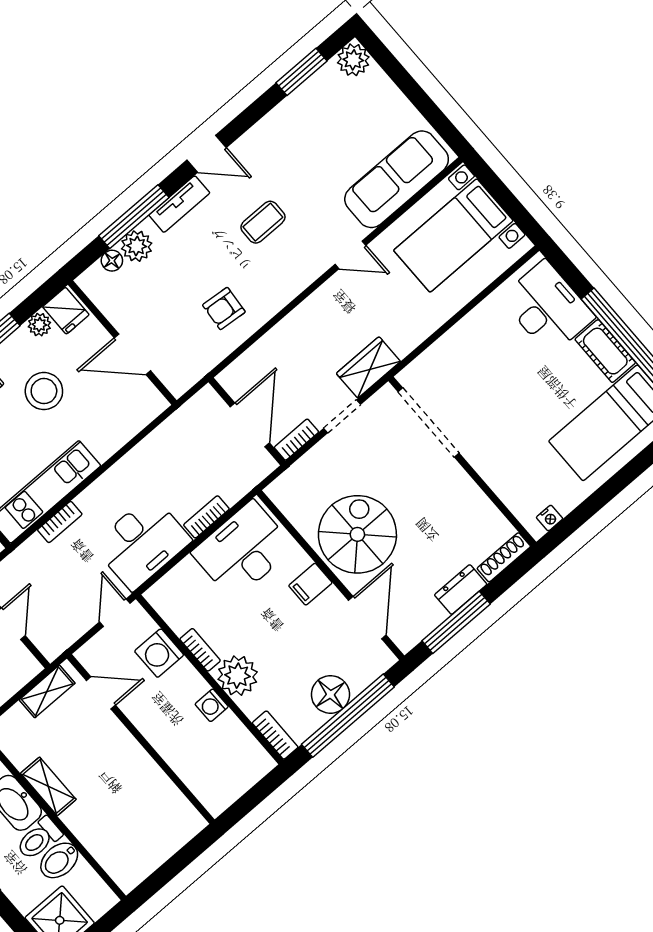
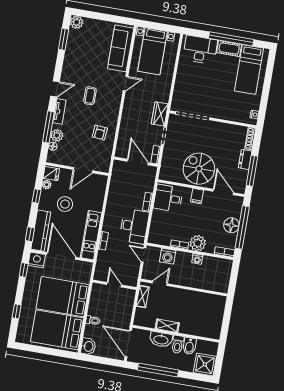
desk: (243, 550) -> (168, 198), width x0.73

